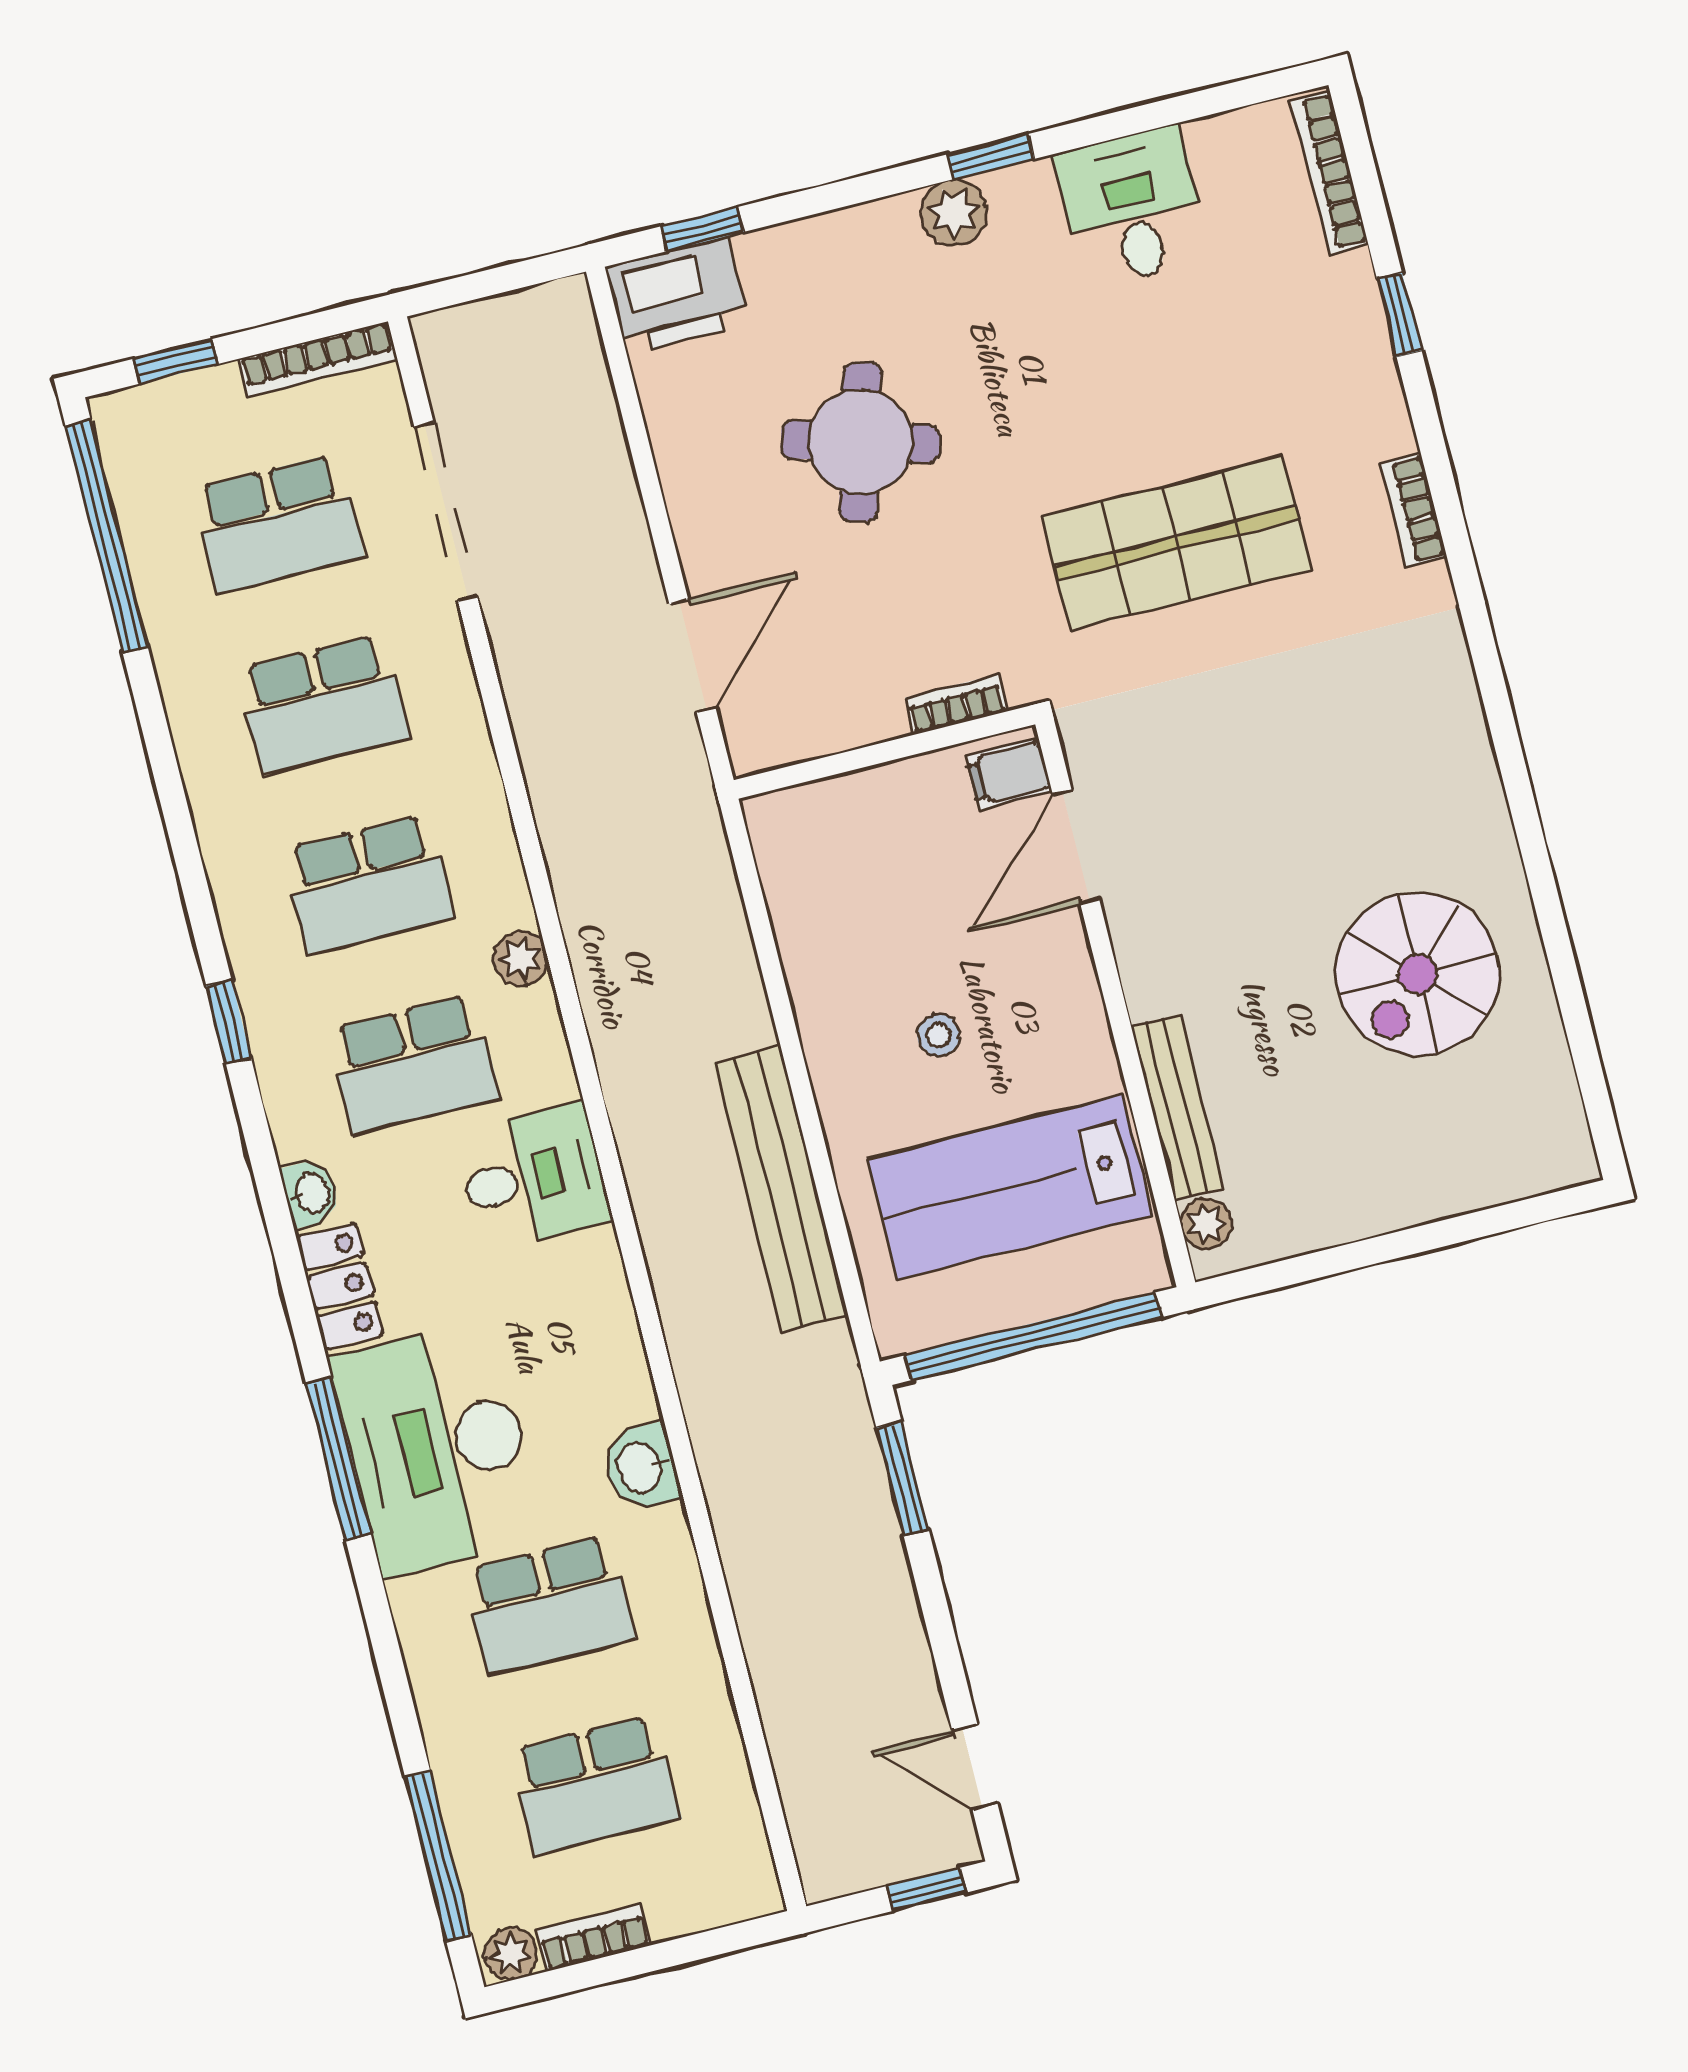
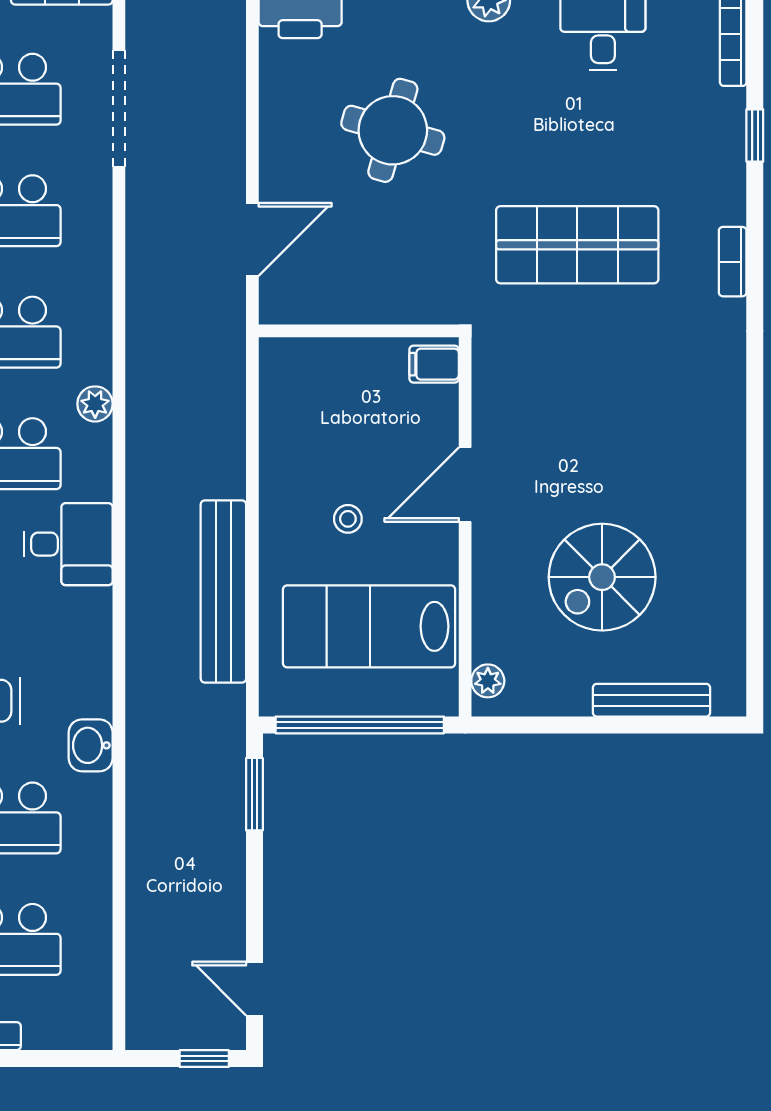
bookcase: (956, 704) -> (412, 312), removed
door: (1076, 847) -> (465, 485), moved
spiral stairs: (1418, 974) -> (602, 577), moved
bench: (1177, 1107) -> (652, 700), moved, turned 90

